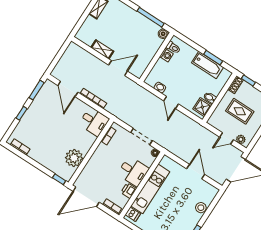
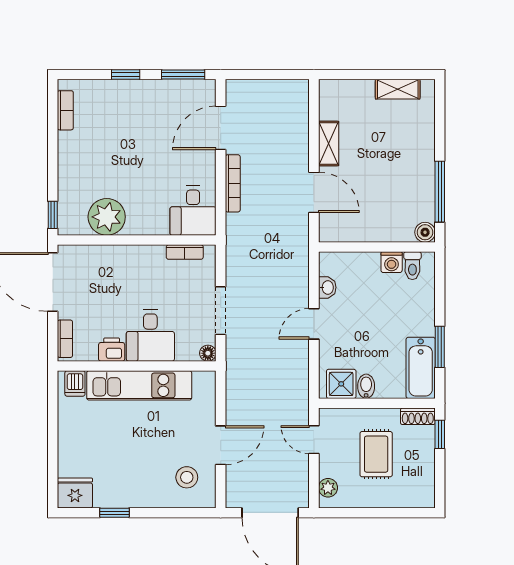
bathtub: (207, 65) -> (421, 368), moved
door: (227, 138) -> (314, 440), moved
stool: (201, 208) -> (187, 477), moved

